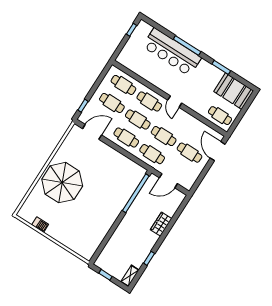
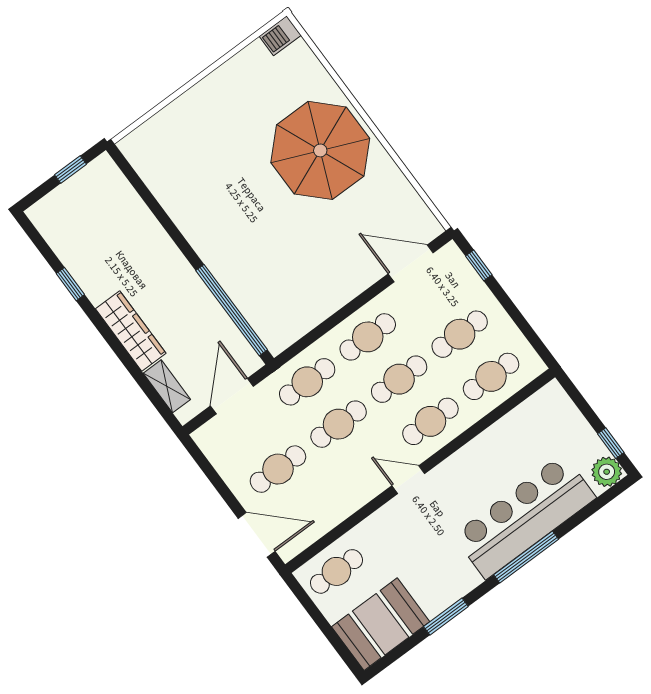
plant: (143, 27) -> (607, 472), added
door: (92, 132) -> (411, 263), swing flipped
wardrobe: (161, 224) -> (131, 331), width x1.50
barbecue: (40, 225) -> (280, 36), moved
shelving: (130, 276) -> (167, 386), moved

